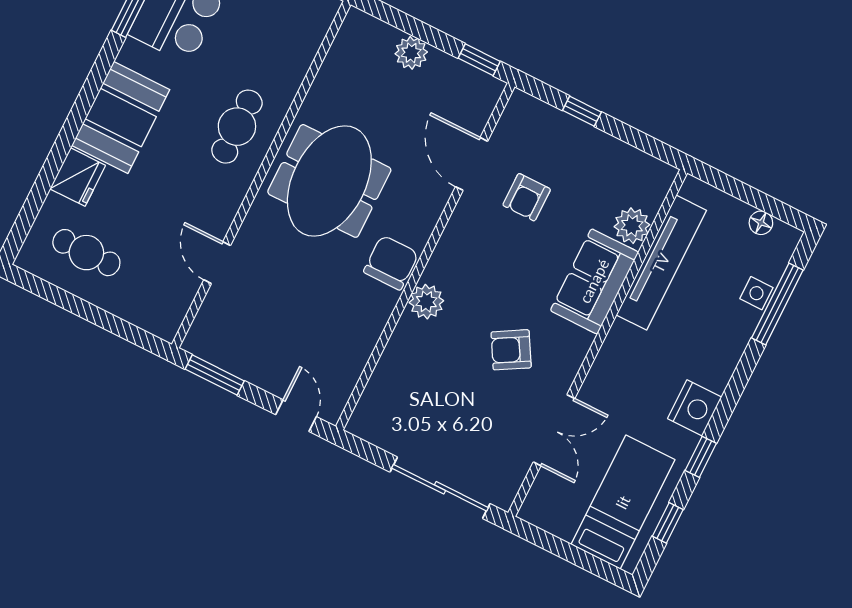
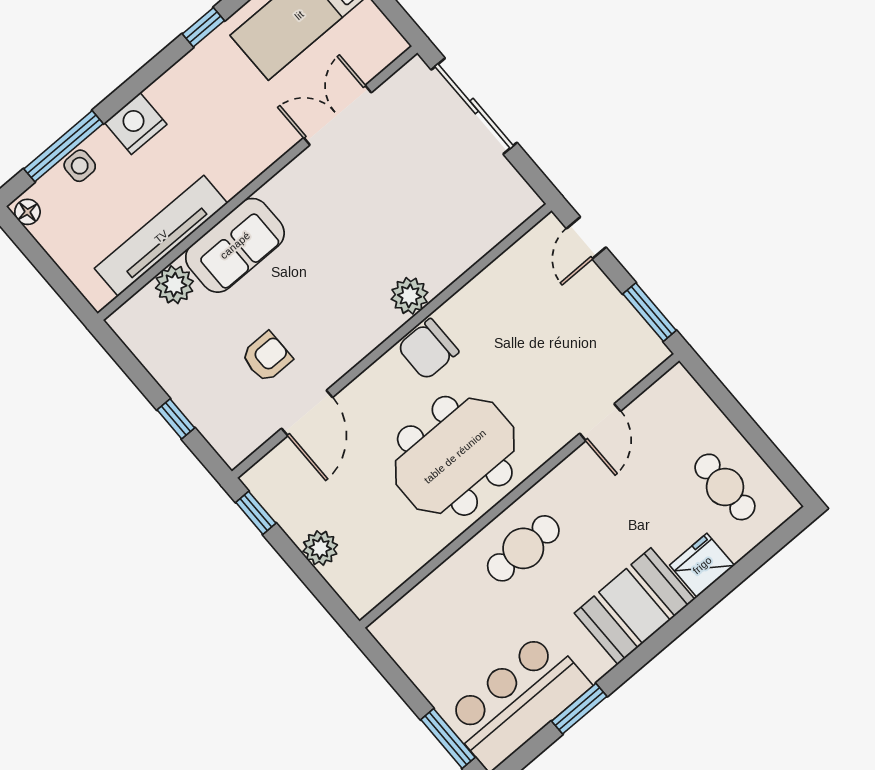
floor lamp: (761, 223) -> (27, 212), moved
armchair: (511, 350) -> (346, 213), removed
nightstand: (695, 408) -> (136, 124), moved

